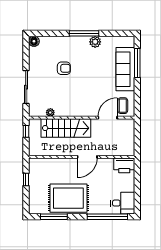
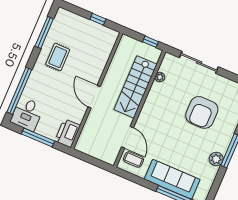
armchair: (64, 68) -> (202, 112), width x1.88, depth x1.88
window: (137, 187) -> (38, 137), added
rug: (68, 198) -> (58, 57), width x0.54, depth x0.49

